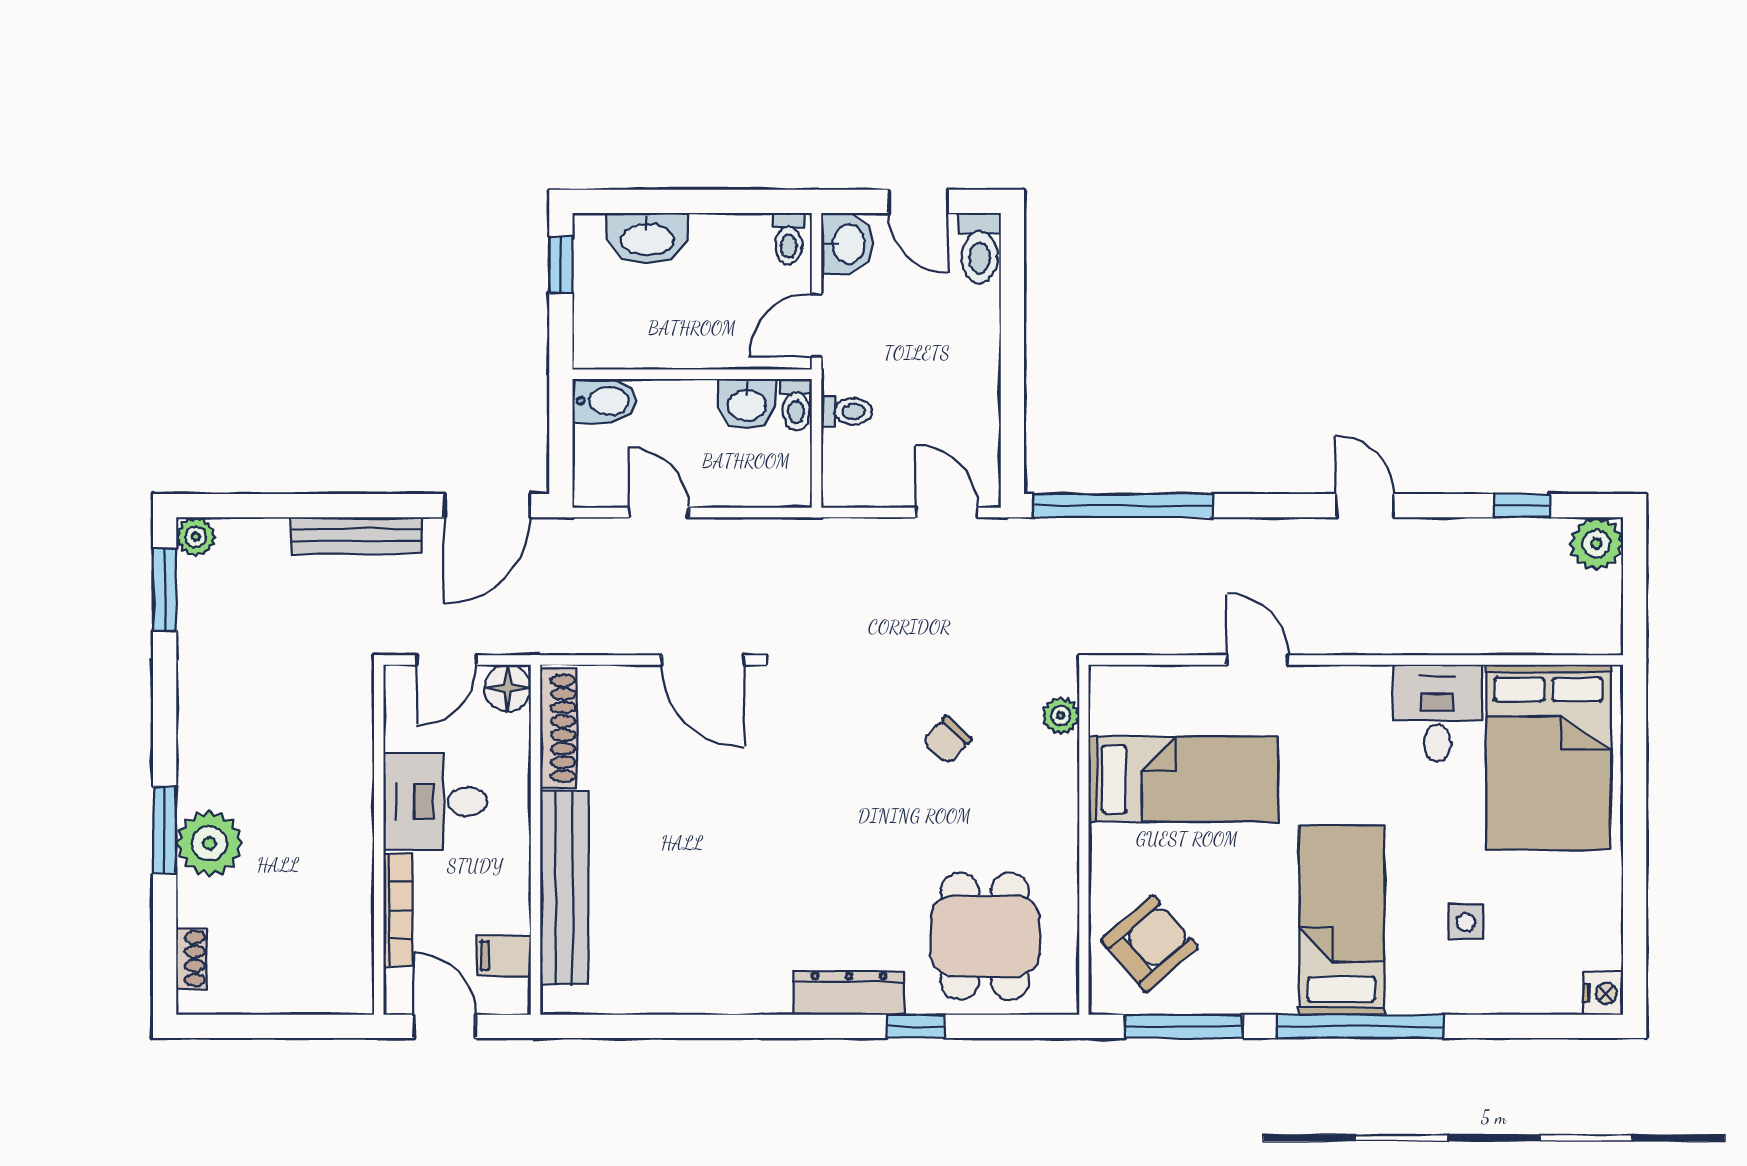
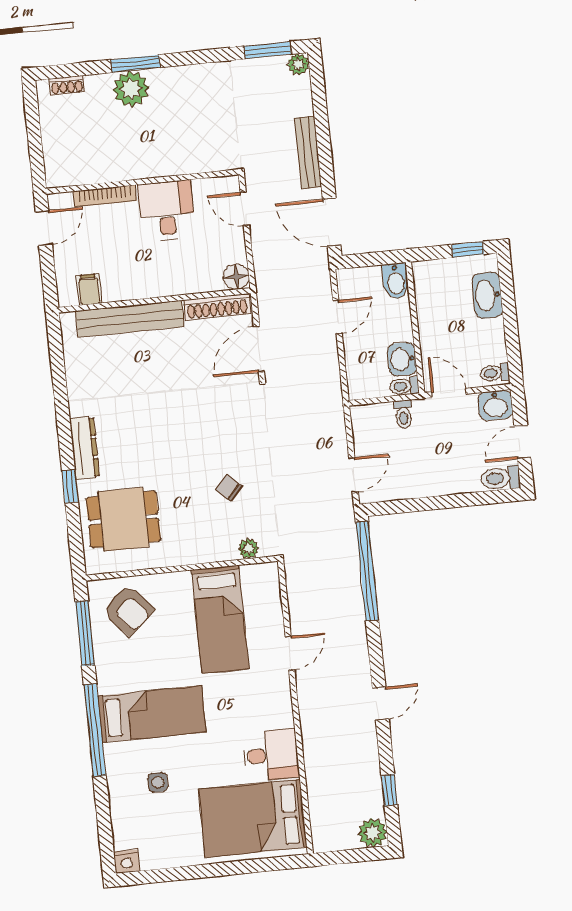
floor lamp: (507, 688) -> (236, 277), moved
shoe rack: (558, 728) -> (217, 307), moved
wall: (535, 840) -> (155, 300), moved
bench: (564, 888) -> (130, 319), moved
filing cabinet: (504, 956) -> (89, 289), moved

